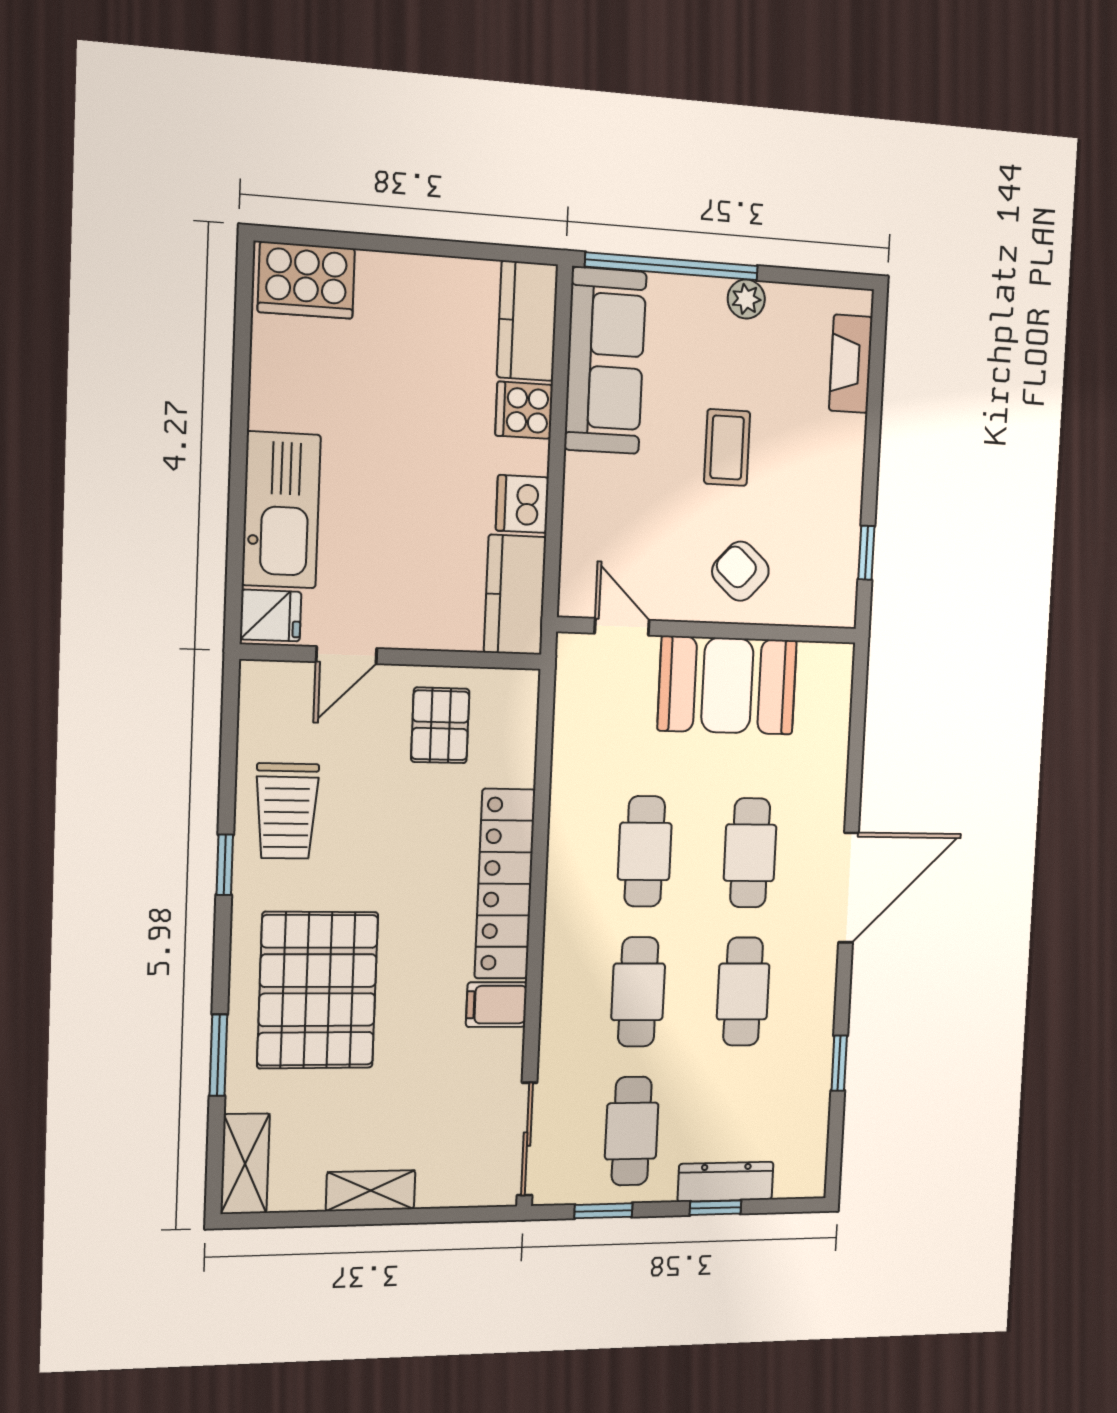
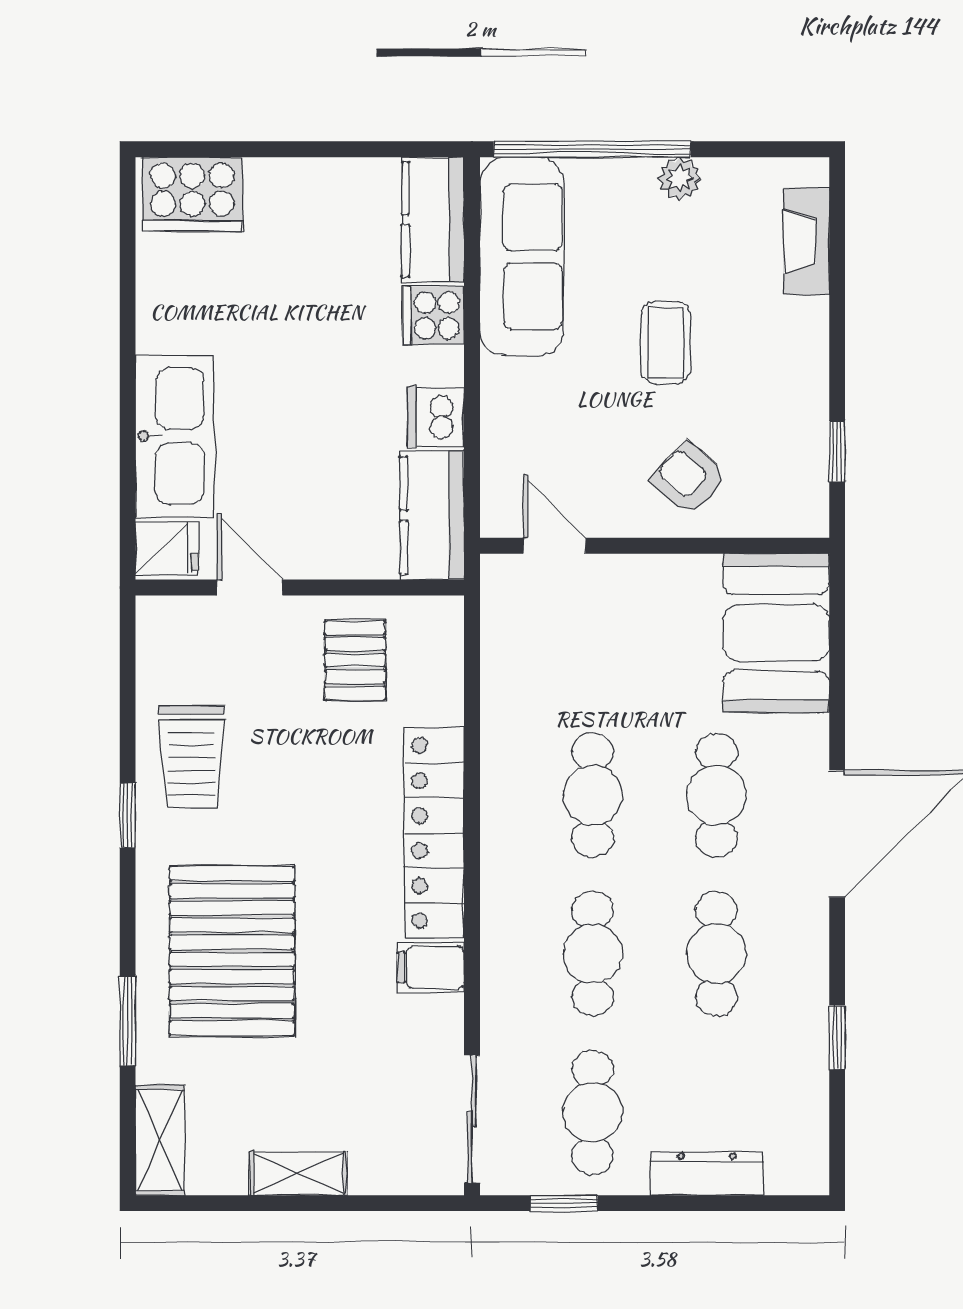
door: (346, 655) -> (250, 587), swing flipped
booth: (727, 685) -> (776, 633), moved, turned 90
window: (715, 1208) -> (696, 1203), removed

